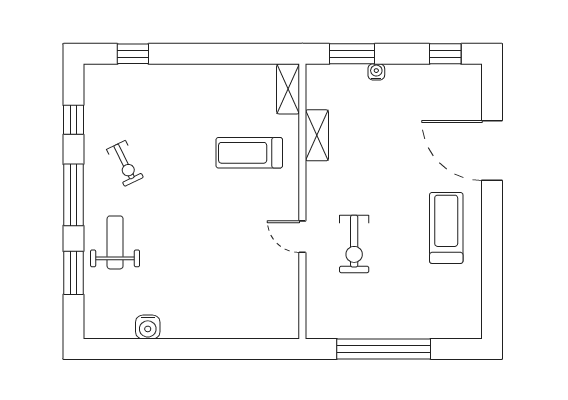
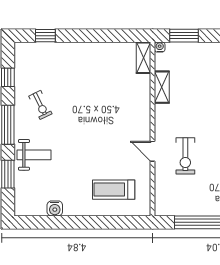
water cooler: (376, 72) -> (160, 47), moved
treadmill: (249, 153) -> (114, 190), moved
weight bench: (115, 242) -> (34, 155), turned 90

